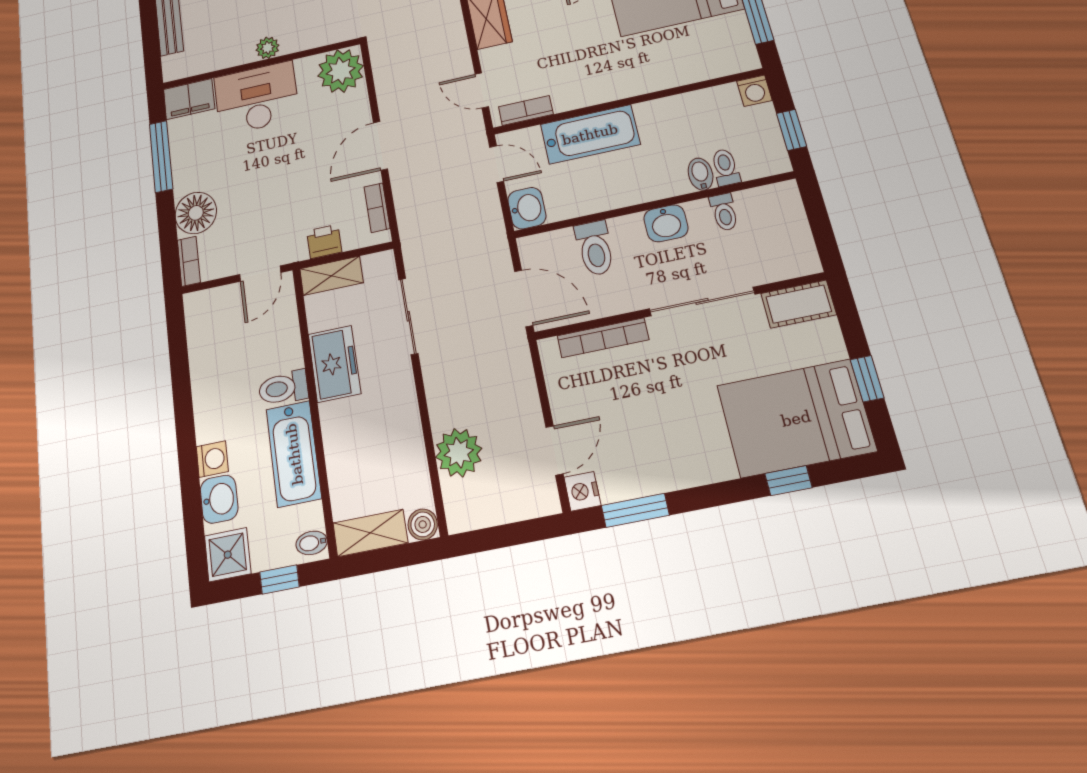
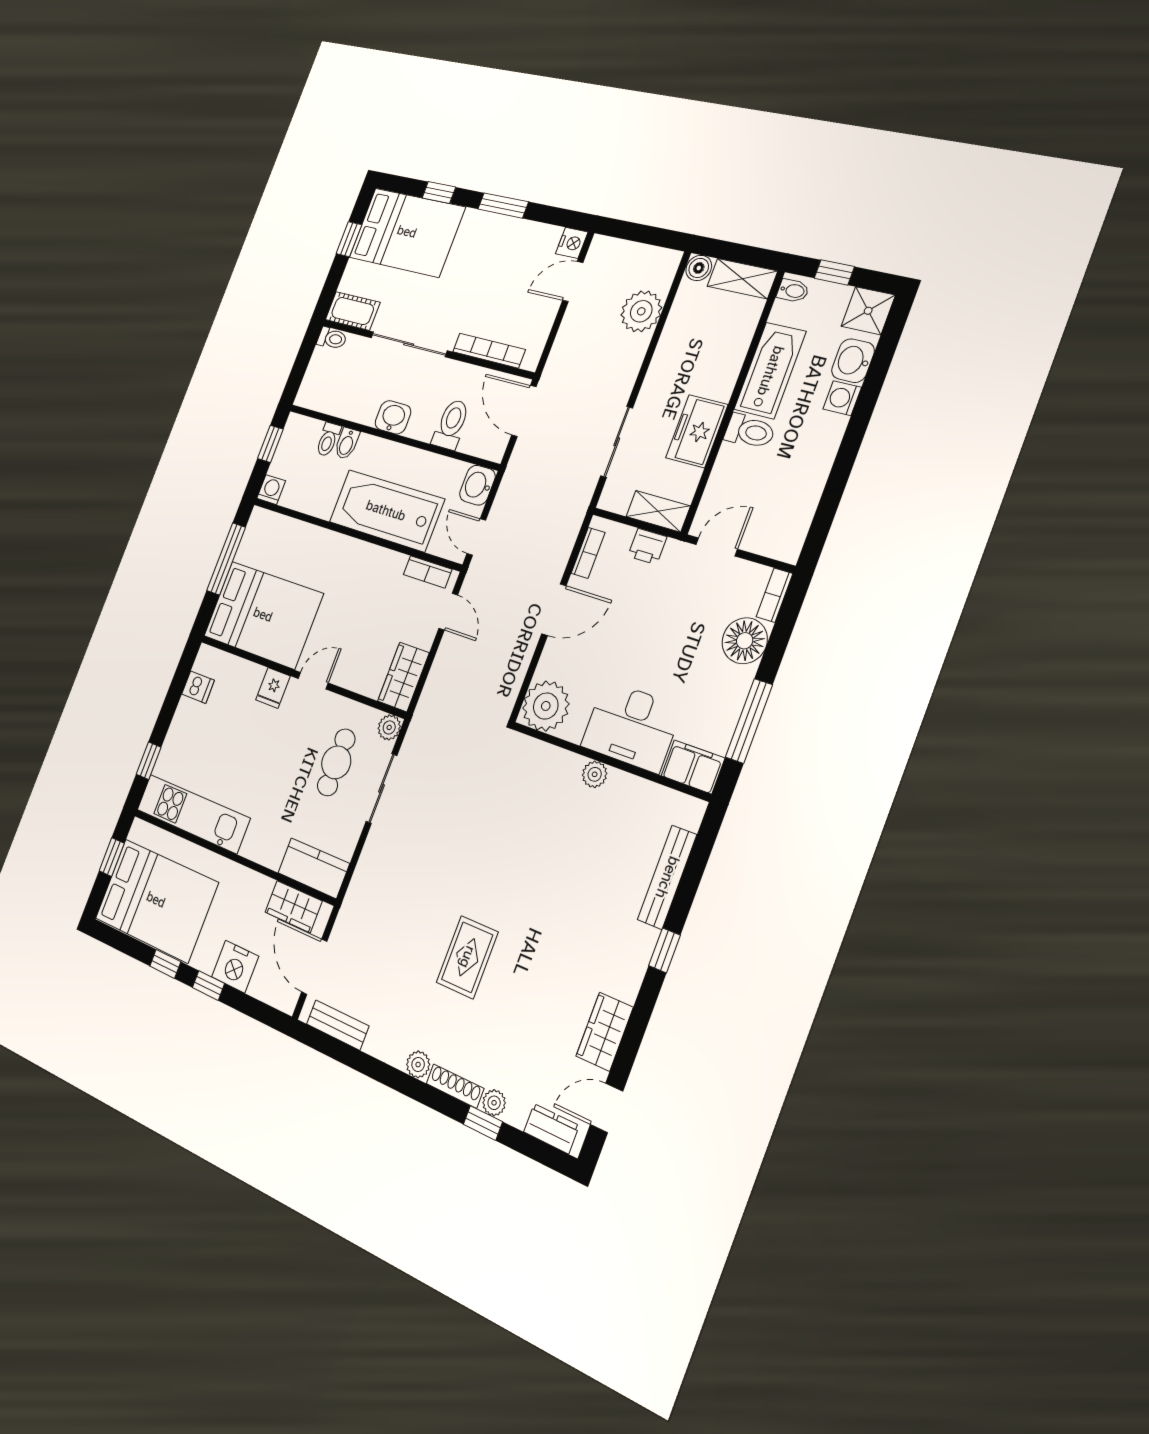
bathtub: (590, 134) -> (386, 511), width x1.36, depth x1.36
toilet: (724, 212) -> (332, 338), moved, turned 90
window: (635, 510) -> (503, 205), moved

